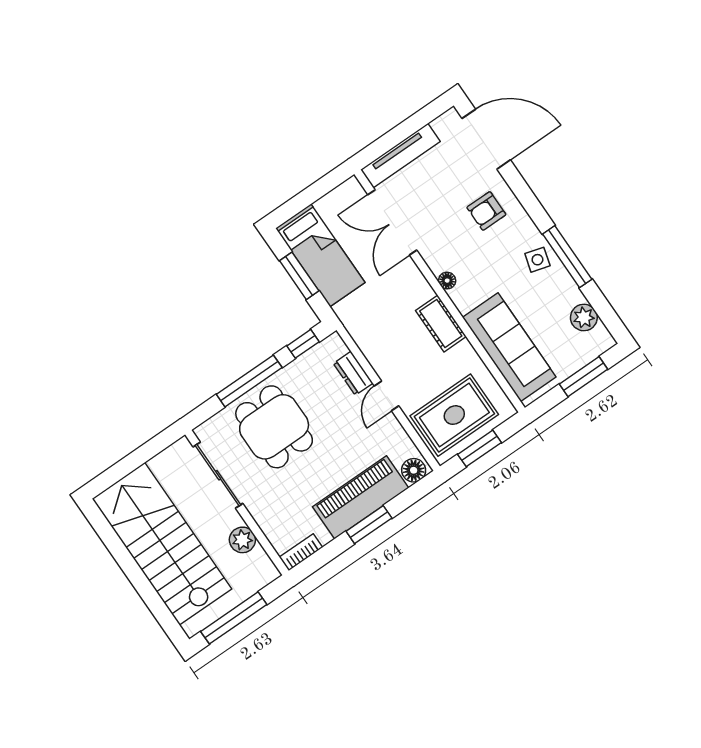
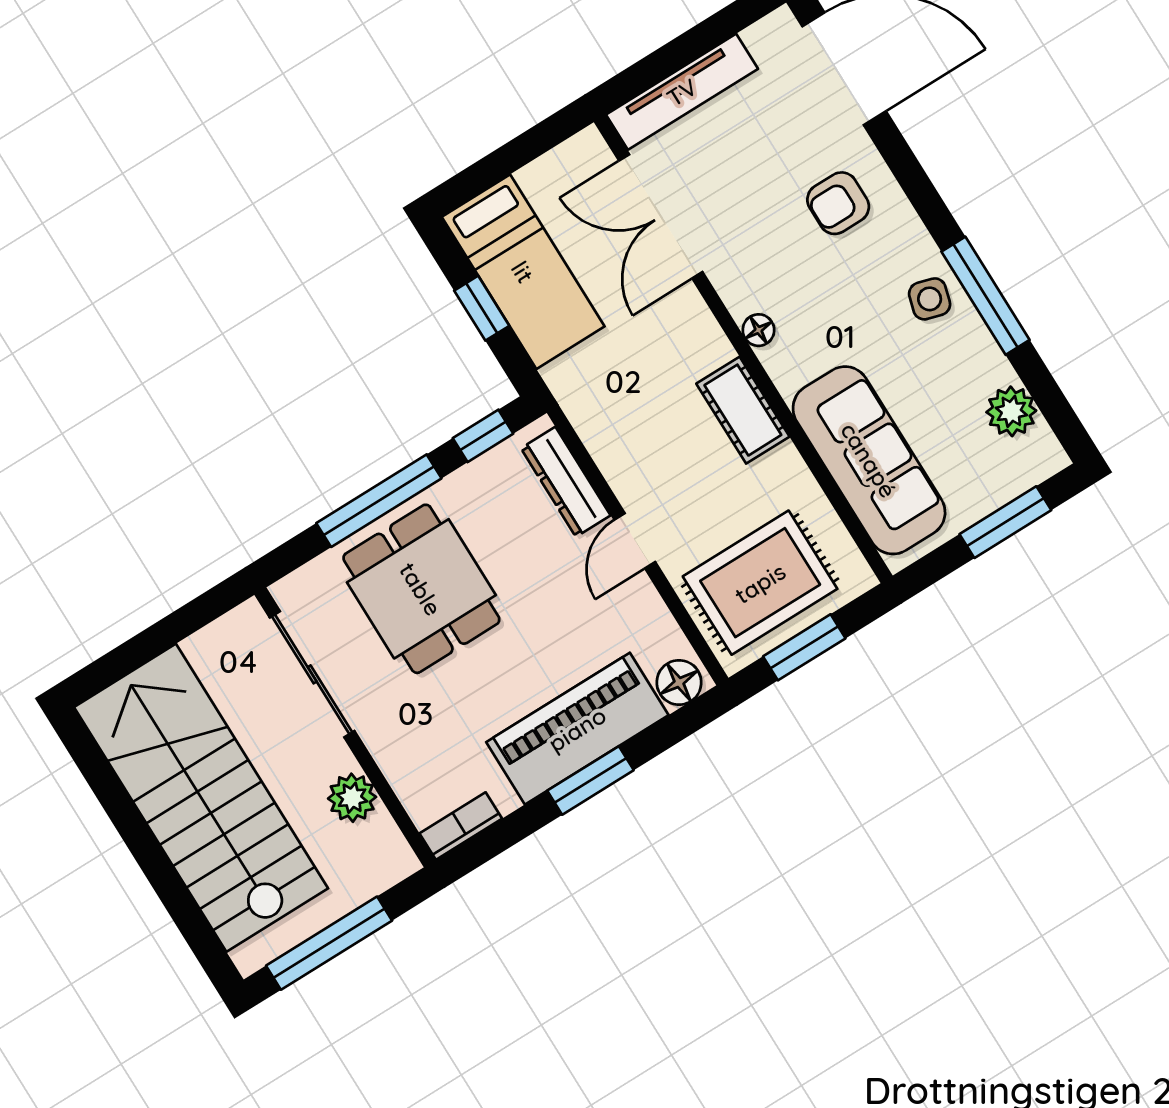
window: (299, 276) -> (482, 308), width x0.67
dresser: (353, 373) -> (566, 482), width x1.44

